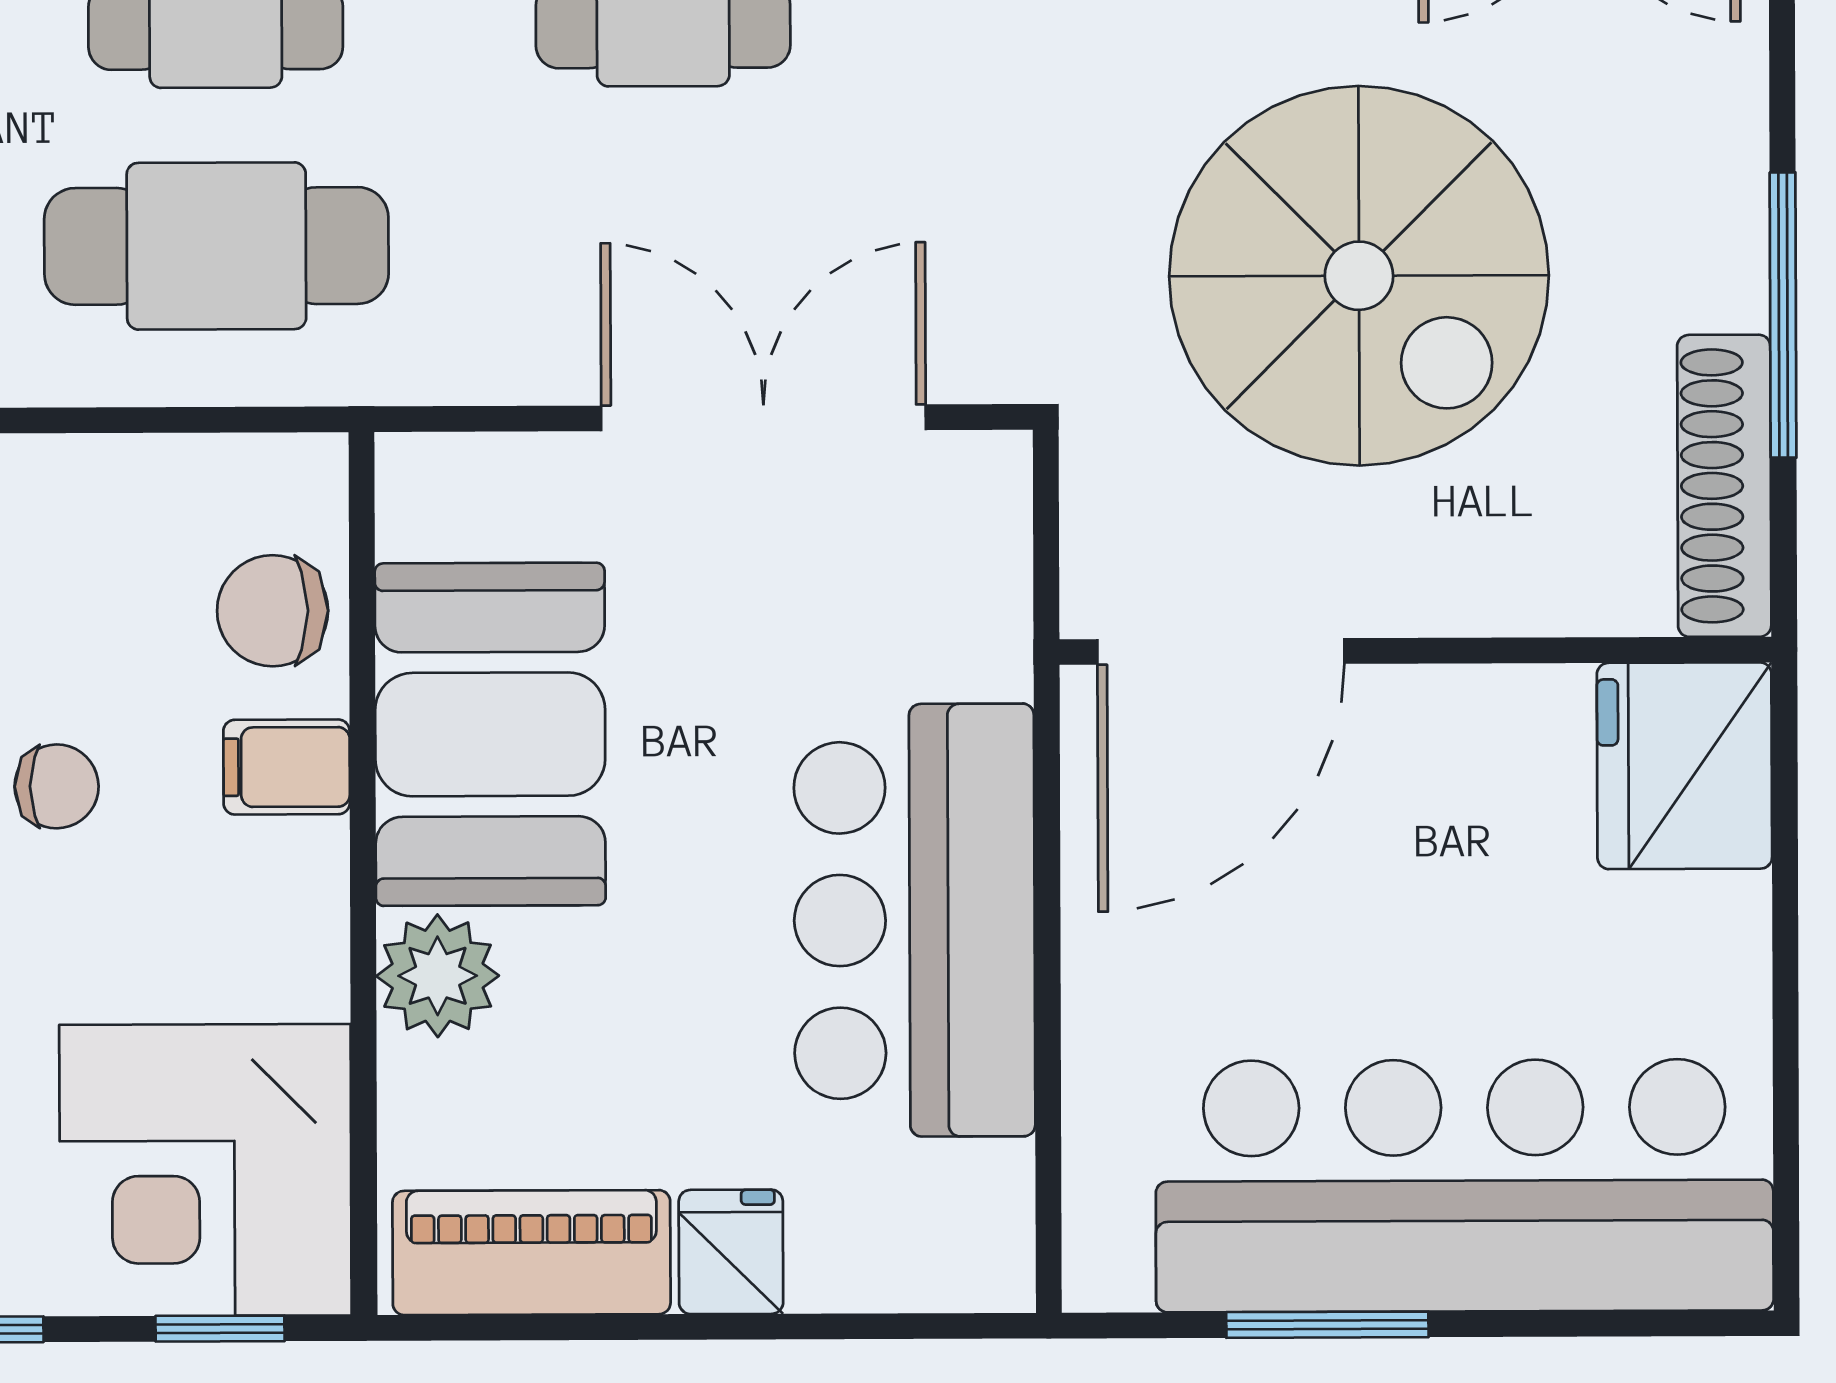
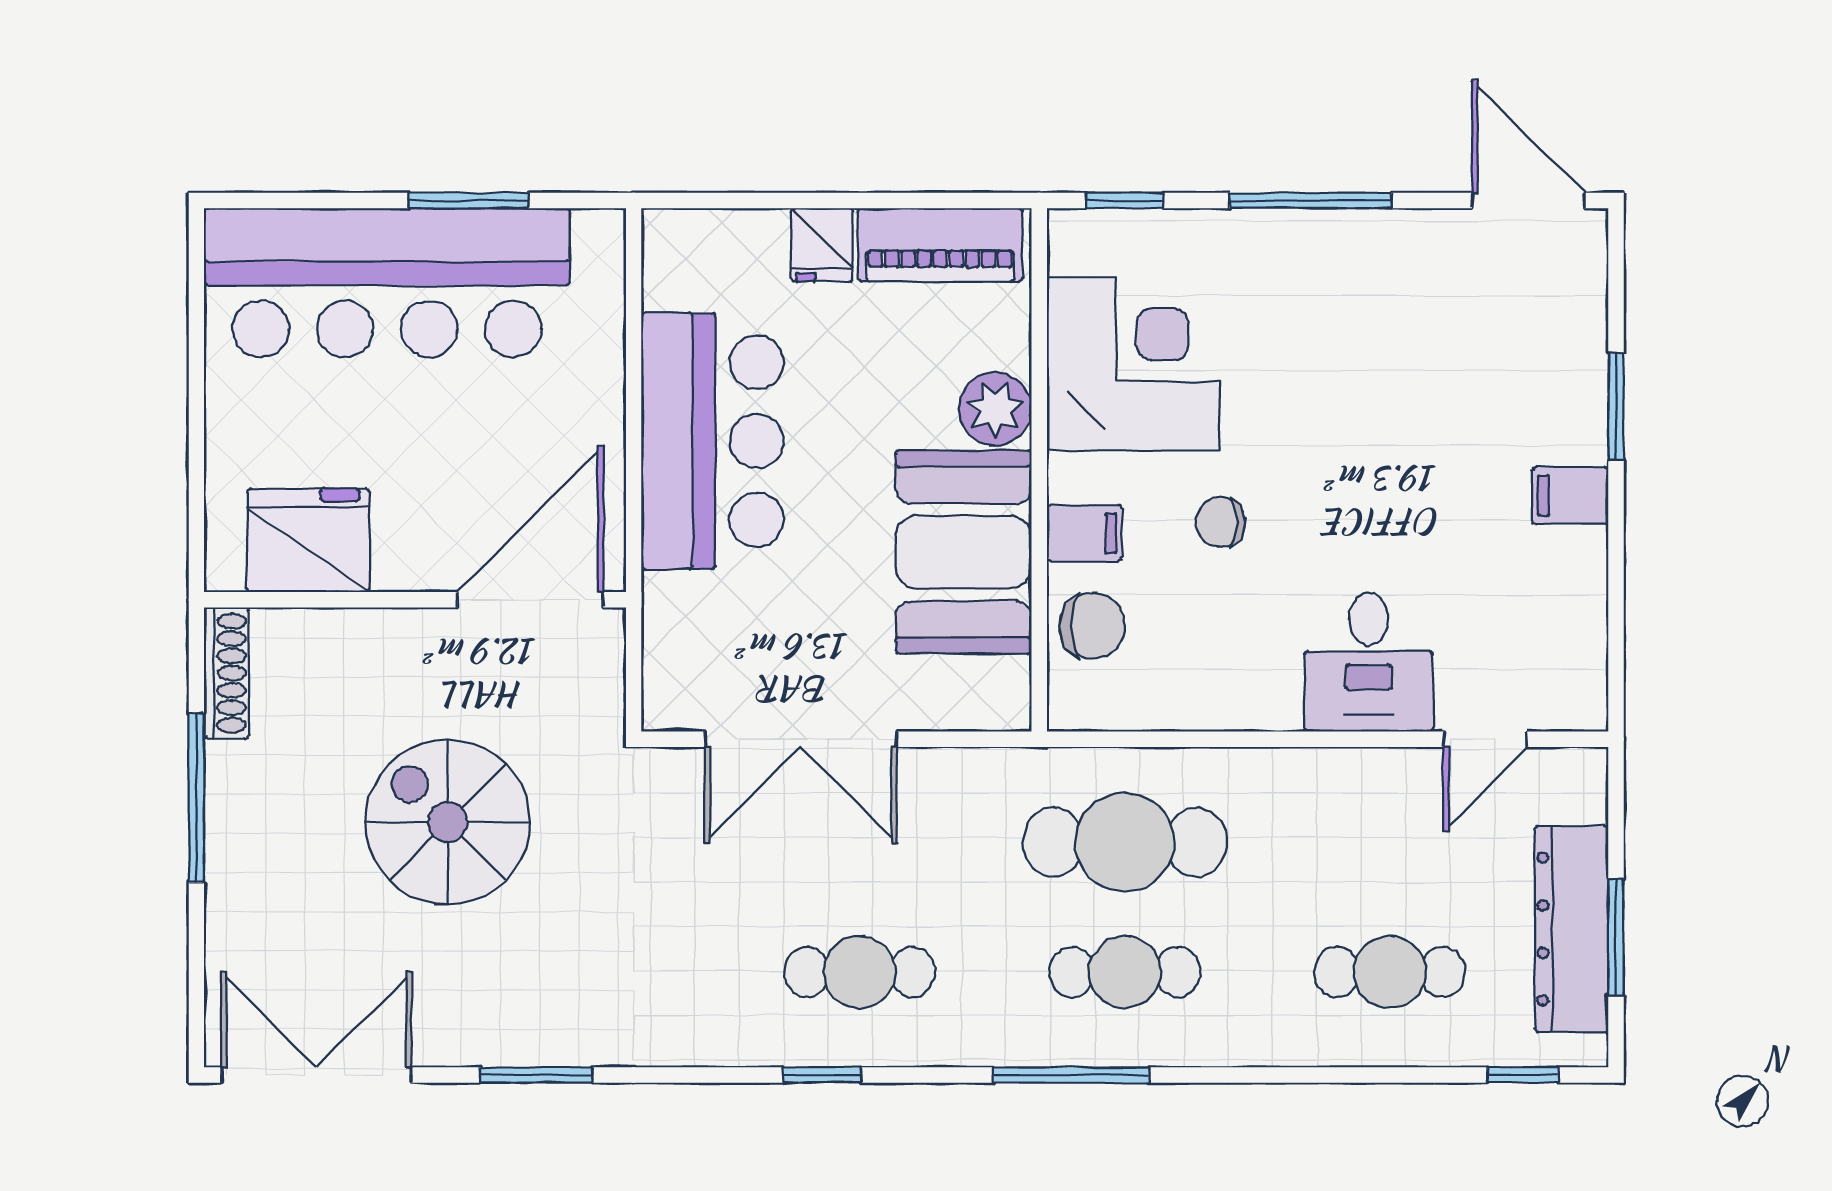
spiral stairs: (1359, 276) -> (448, 822), width x0.73, depth x0.73
shoe rack: (1724, 486) -> (226, 673), width x0.74, depth x0.81
fridge: (1684, 766) -> (308, 540), moved, turned -90
corner desk: (205, 1170) -> (1133, 364), moved

